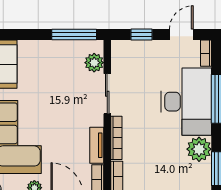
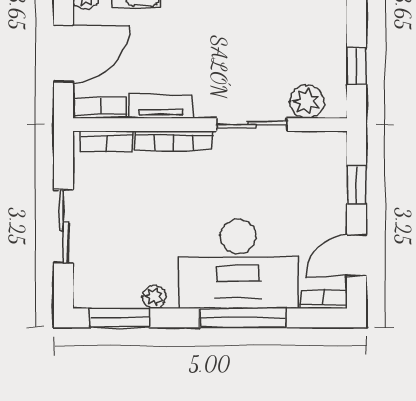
window: (74, 35) -> (357, 66), width x0.46
door: (181, 35) -> (357, 255), swing flipped
plant: (199, 149) -> (154, 297), width x0.53, depth x0.53

